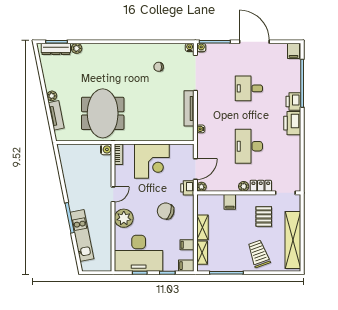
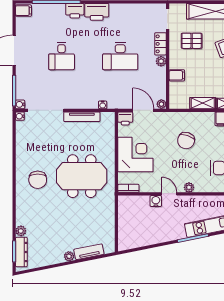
chair: (159, 67) -> (38, 180), moved, width x1.87, depth x1.87
meeting table: (103, 113) -> (82, 176), moved
water cooler: (106, 149) -> (156, 201), moved
printer: (187, 188) -> (125, 118), moved
plant: (124, 218) -> (189, 187), width x0.53, depth x0.53

